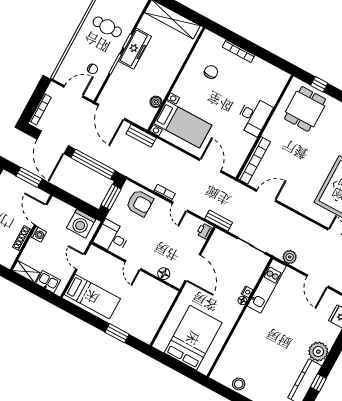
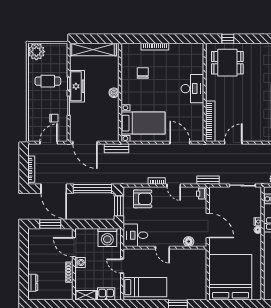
boiler: (156, 102) -> (114, 93), moved
dining table: (305, 109) -> (227, 63), turned 90
bed: (193, 338) -> (231, 277), width x1.36

